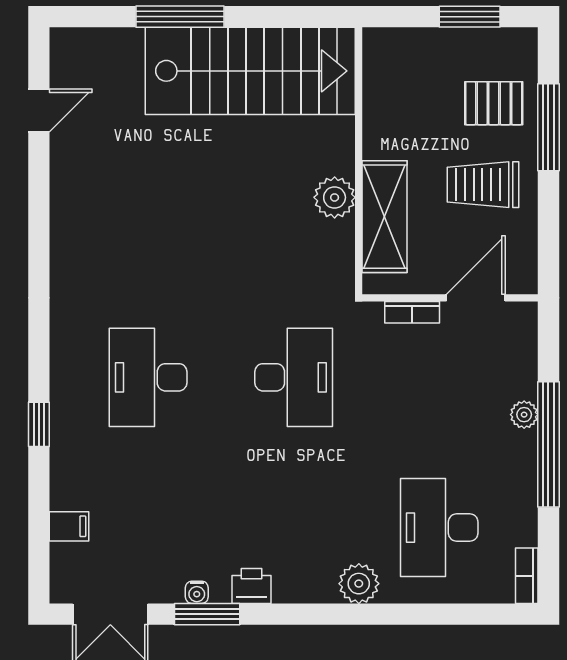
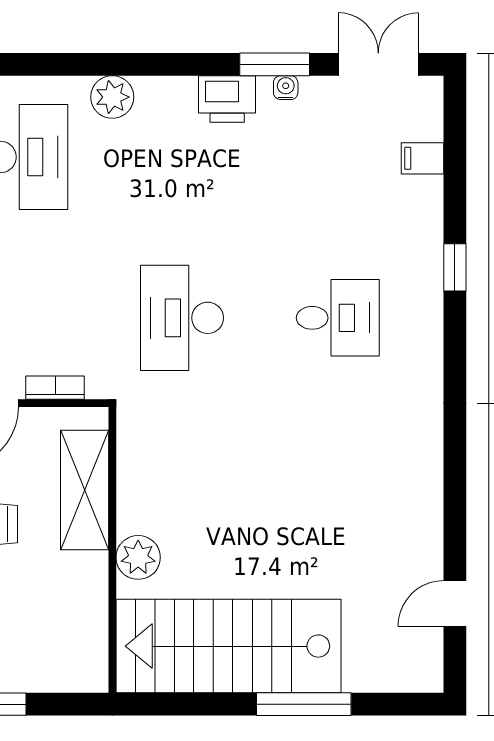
plant: (335, 197) -> (138, 557), moved
desk: (148, 377) -> (338, 318), width x0.73
printer: (252, 586) -> (227, 99), width x1.36, depth x1.24

